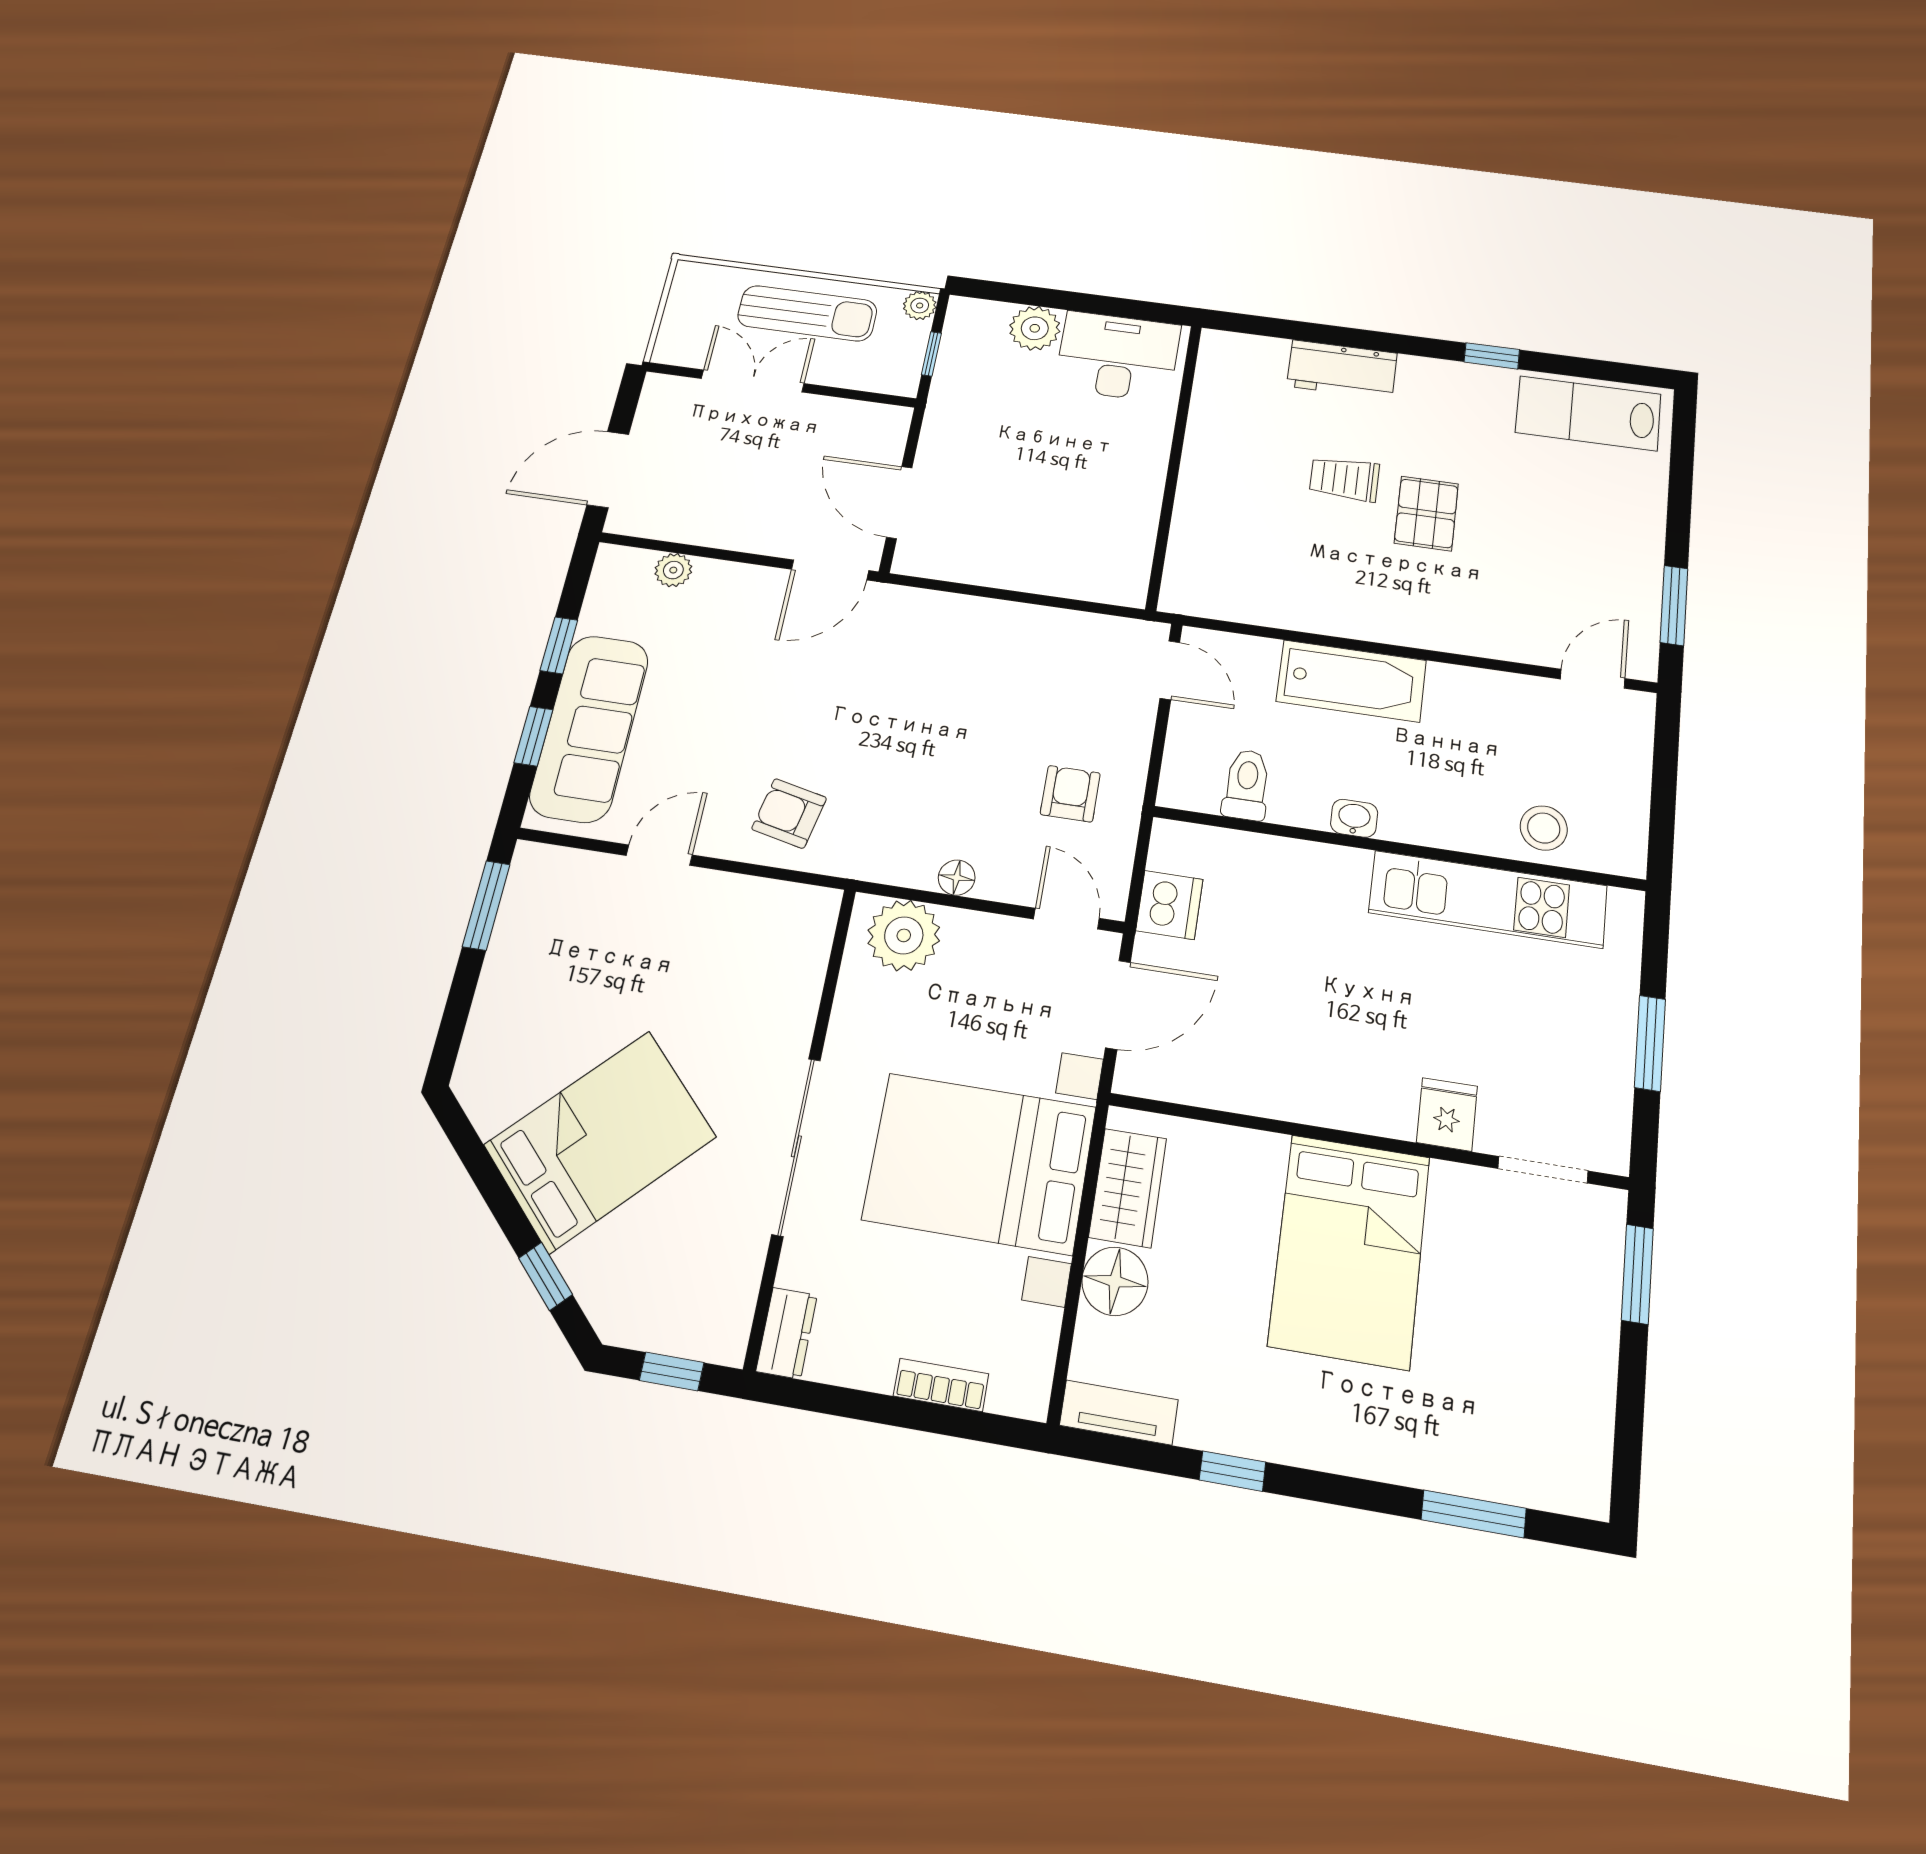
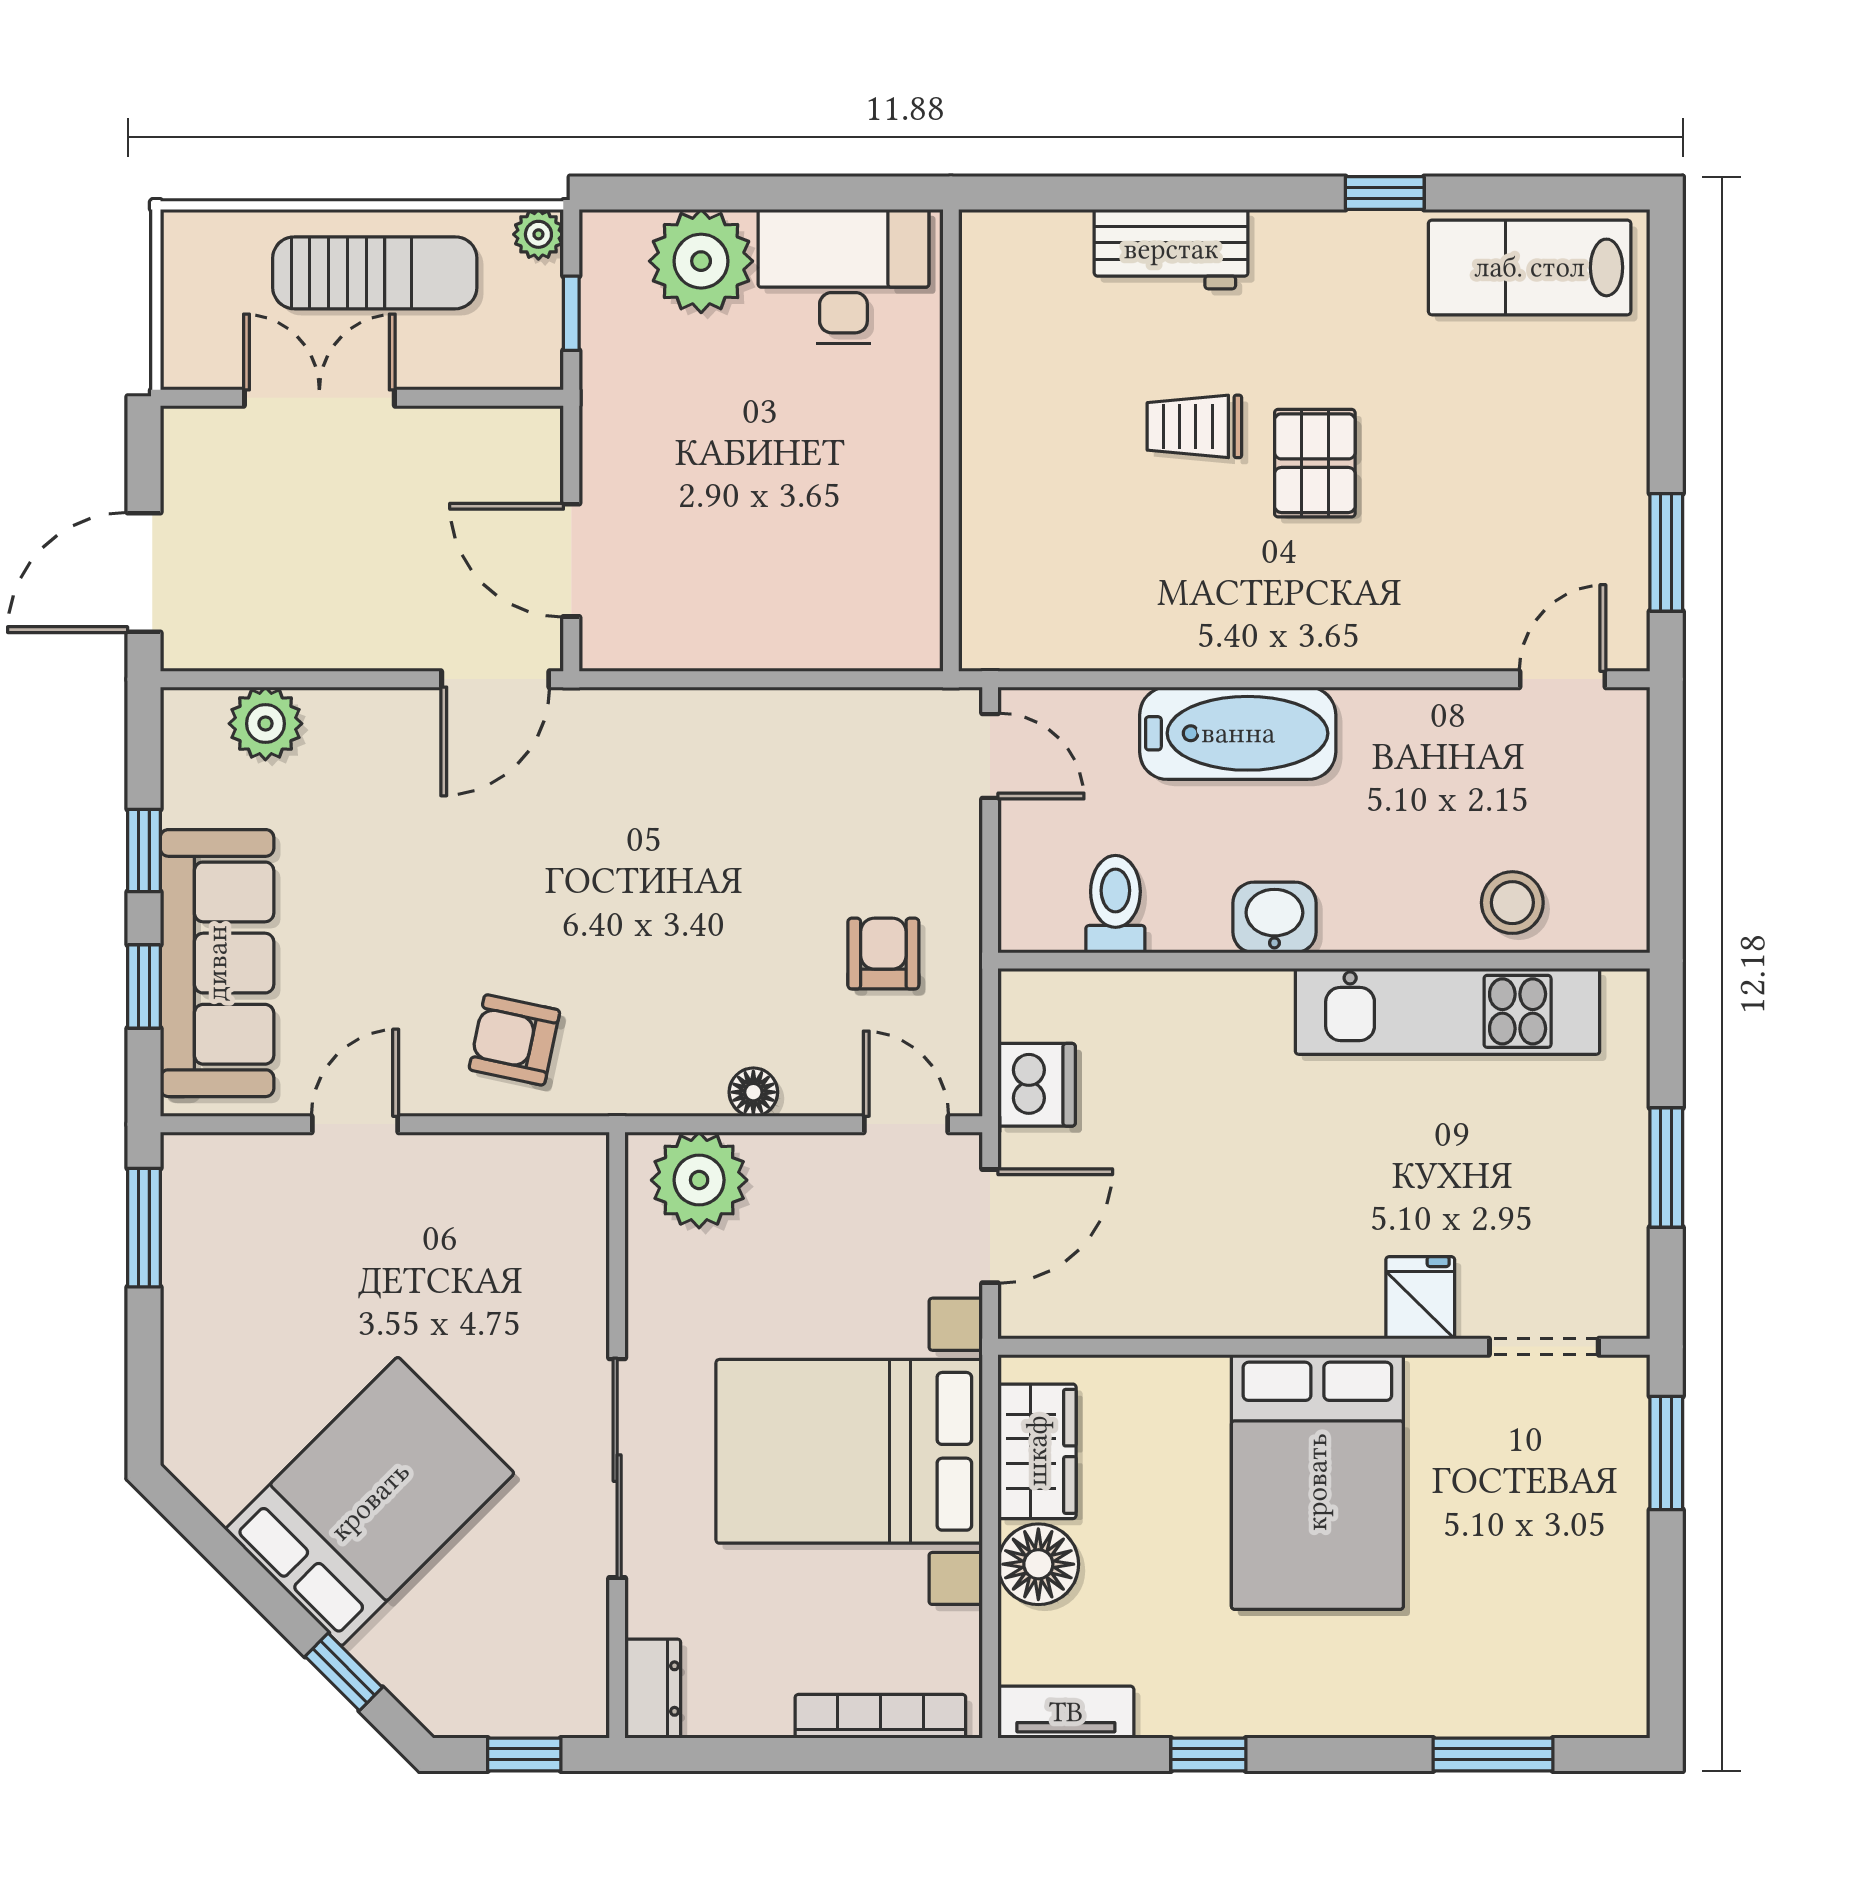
plant: (1035, 328) -> (701, 261), width x1.36, depth x1.36
plant: (673, 570) -> (265, 724), width x1.38, depth x1.38
washbasin: (1354, 818) -> (1274, 917), width x1.38, depth x1.45
bookcase: (941, 1385) -> (880, 1716), width x1.56

